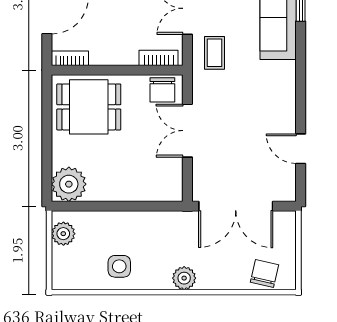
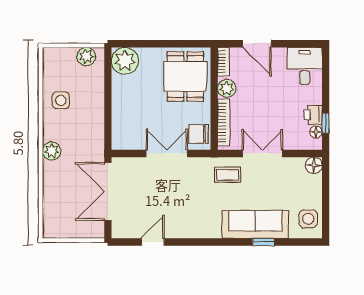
plant: (104, 54) -> (227, 88), added
bookcase: (159, 58) -> (224, 122), width x1.56
chair: (264, 273) -> (55, 214), removed

